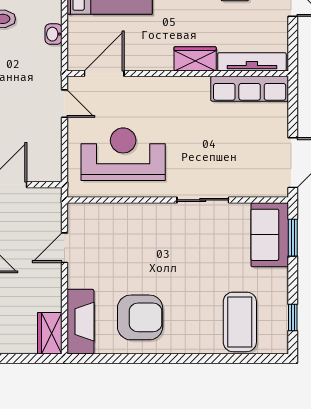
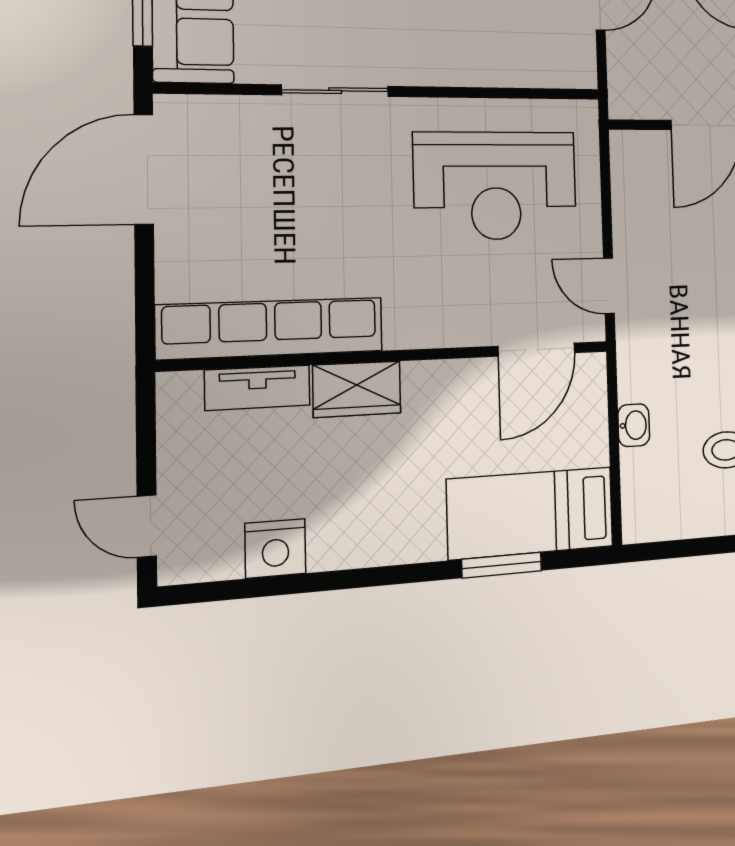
tv unit: (252, 62) -> (258, 388), width x0.71
row of seats: (250, 89) -> (271, 328), width x1.36

